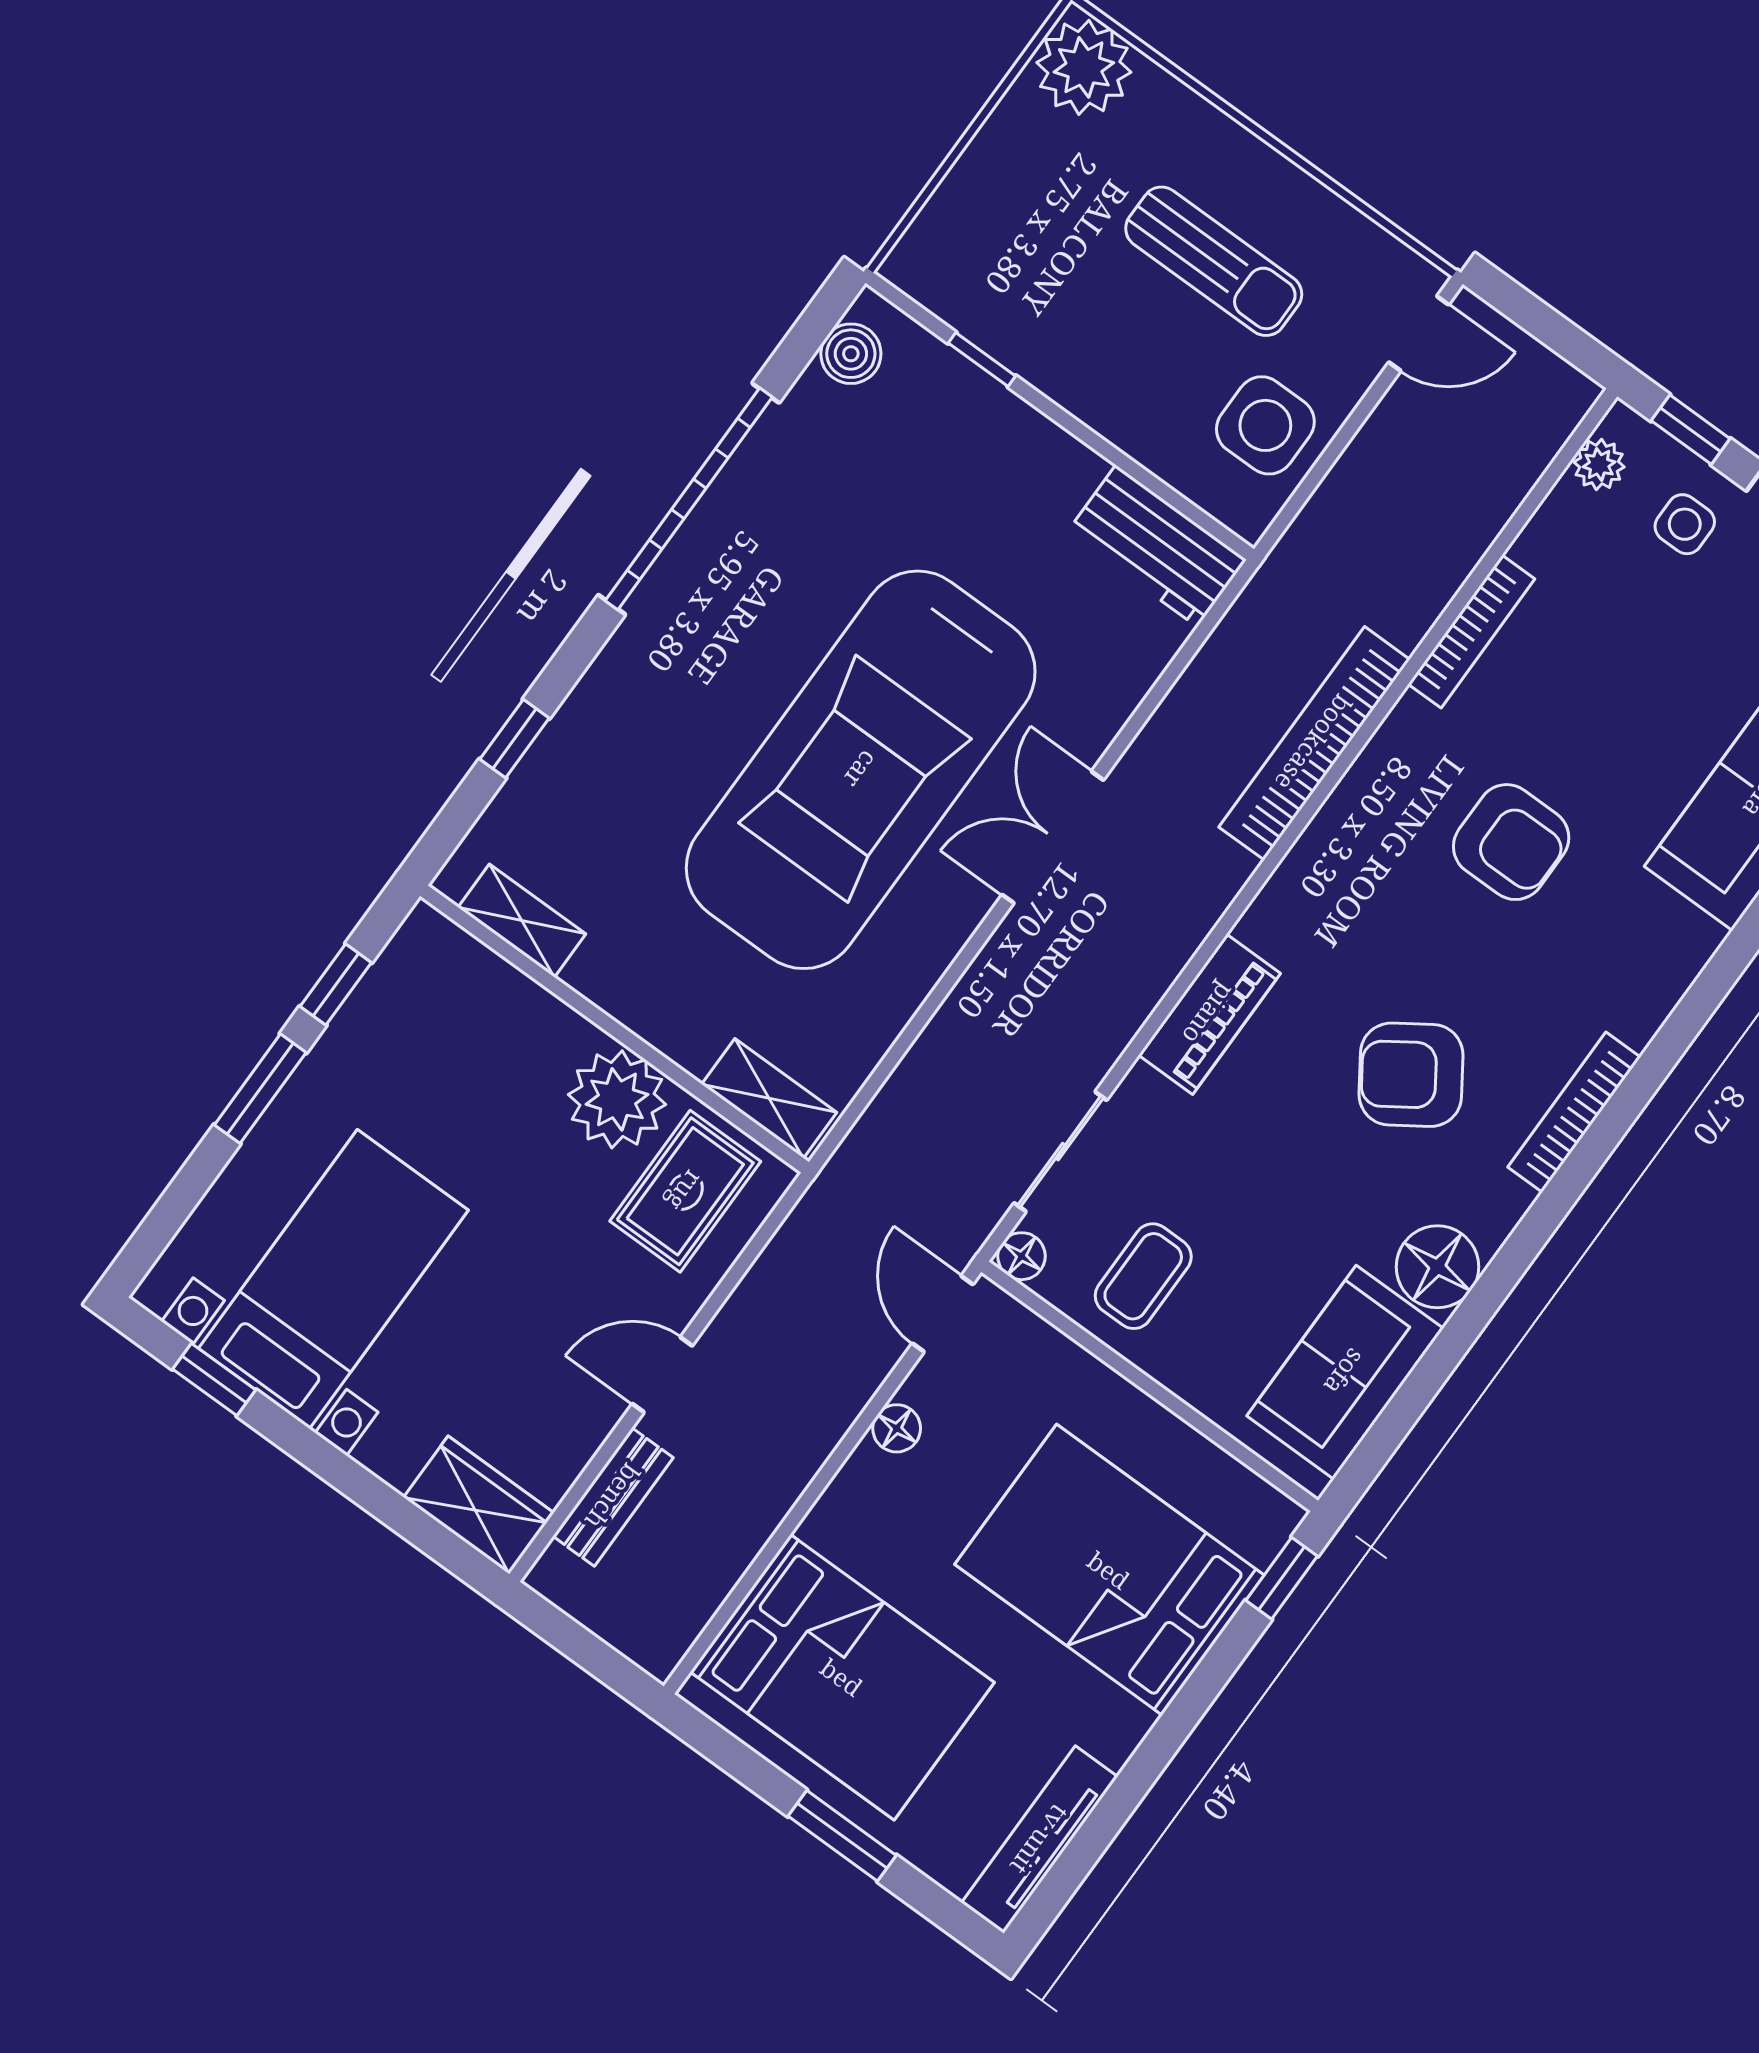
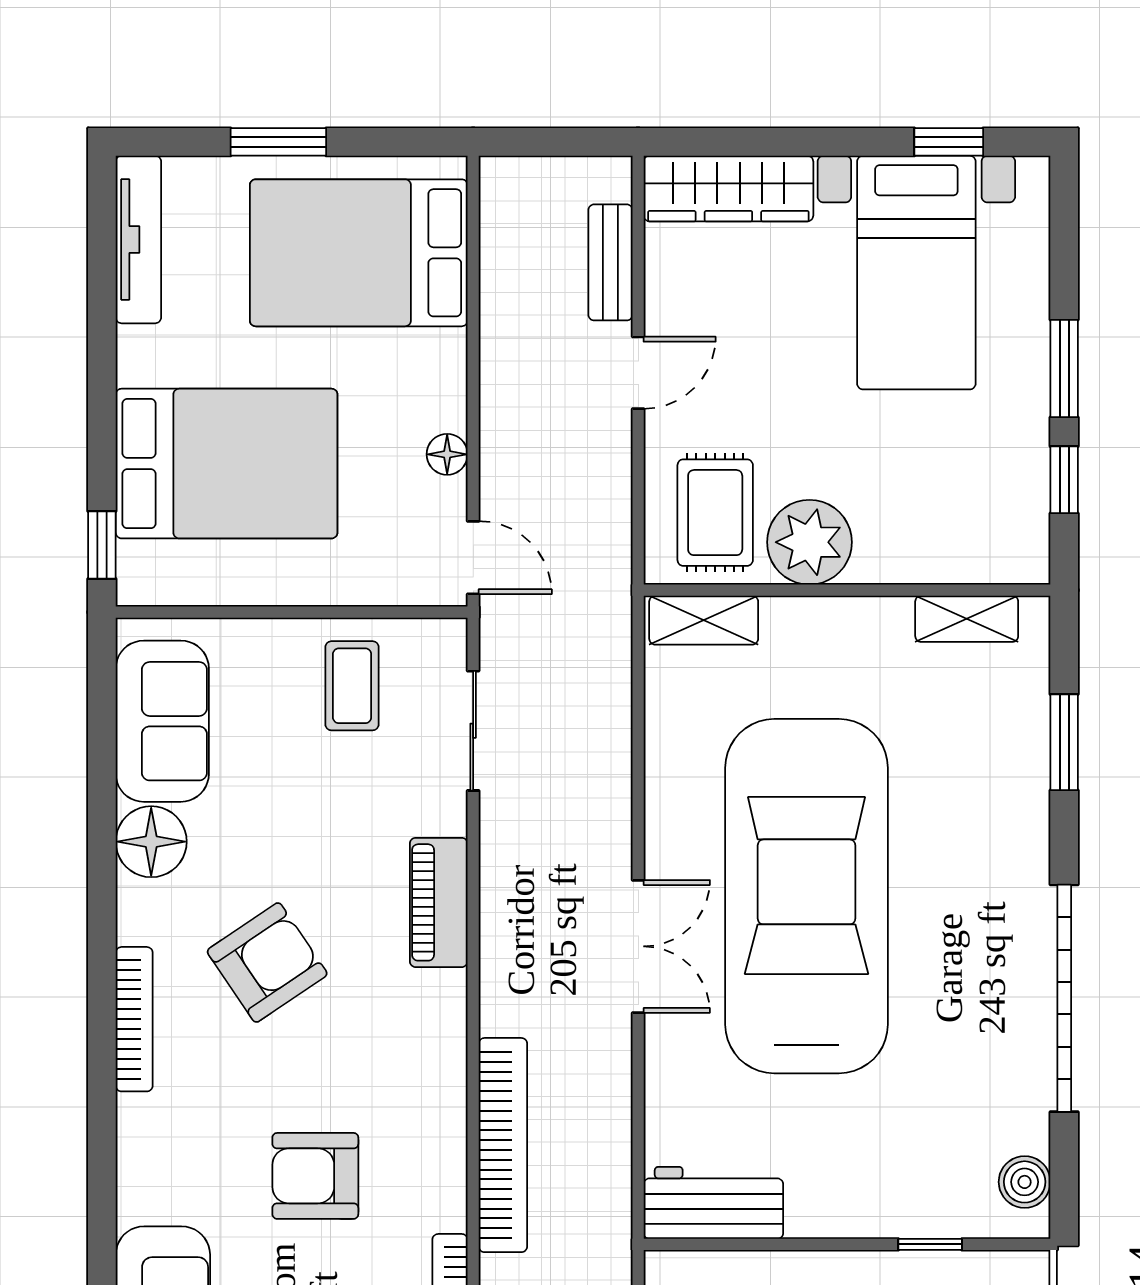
window: (514, 739) -> (1064, 742), width x1.50
floor lamp: (1021, 1256) -> (447, 638), removed
wardrobe: (479, 1505) -> (728, 189), width x1.50

